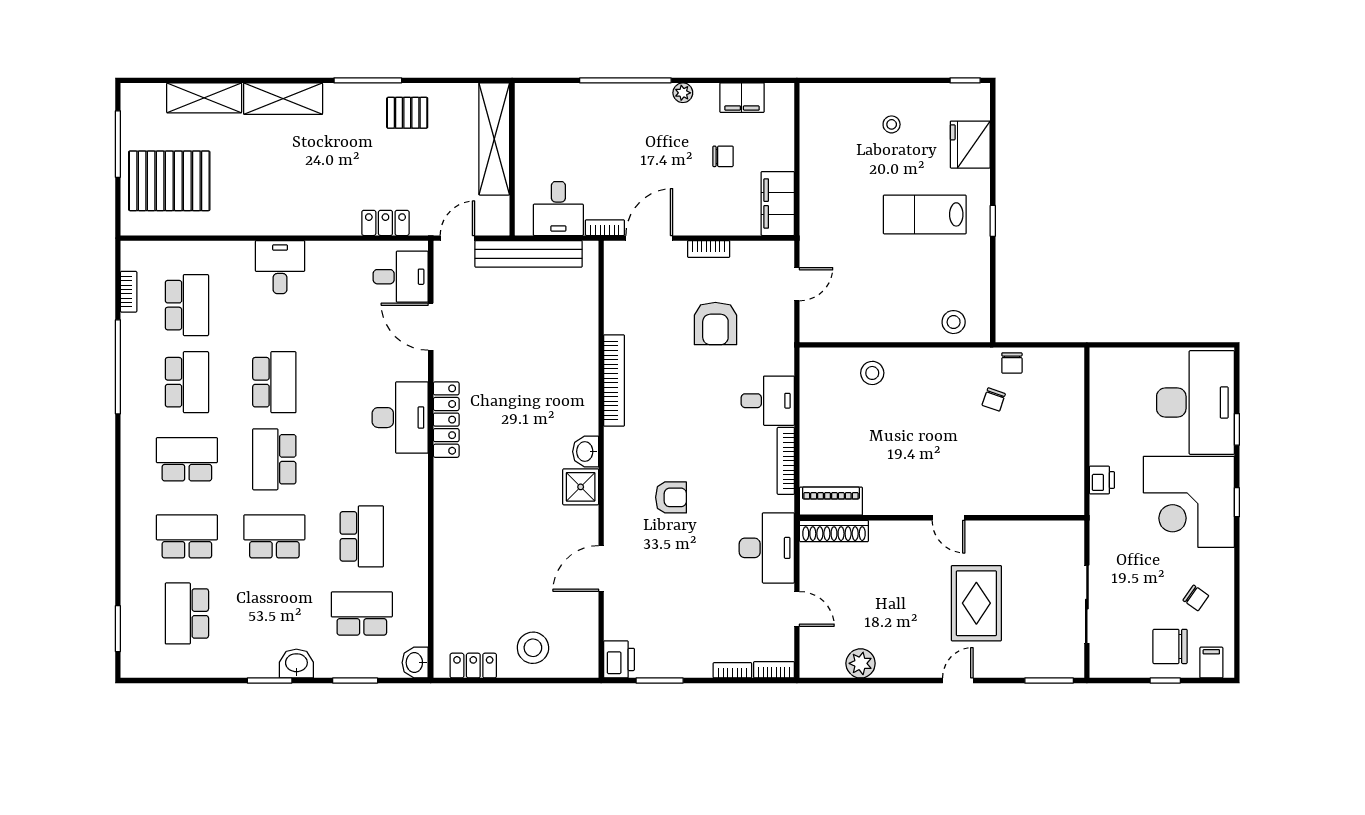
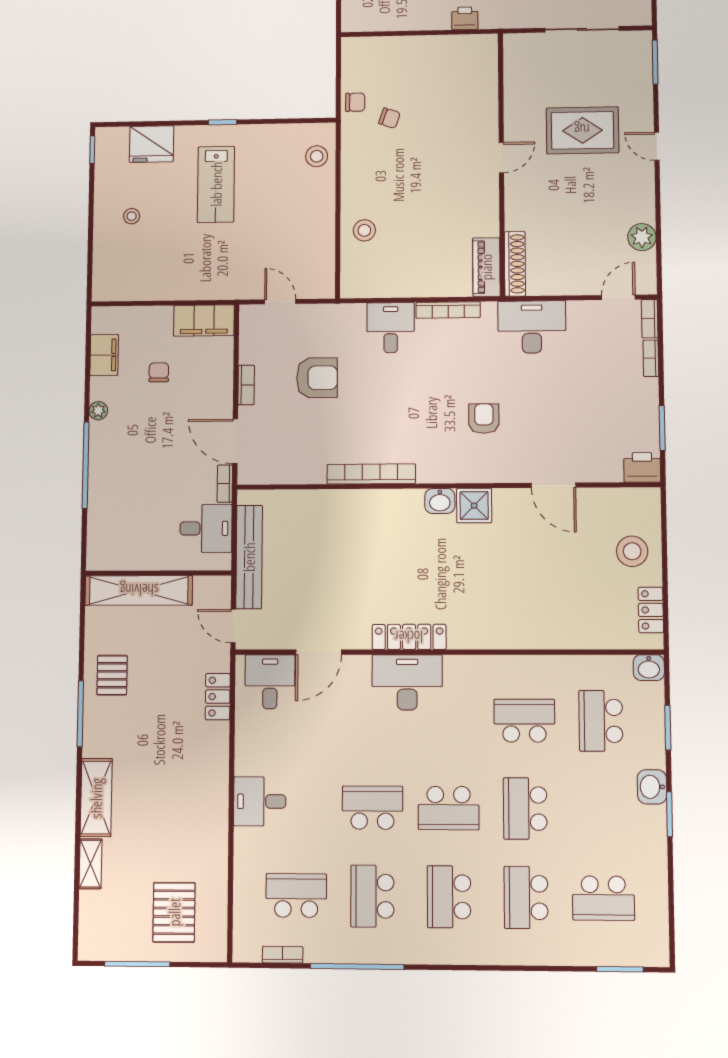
shelving: (204, 98) -> (90, 864), width x0.67, depth x0.75
pallet: (169, 181) -> (174, 912), width x0.73, depth x0.71
school desk: (187, 382) -> (372, 896), turned -90
door: (797, 609) -> (618, 297), moved

